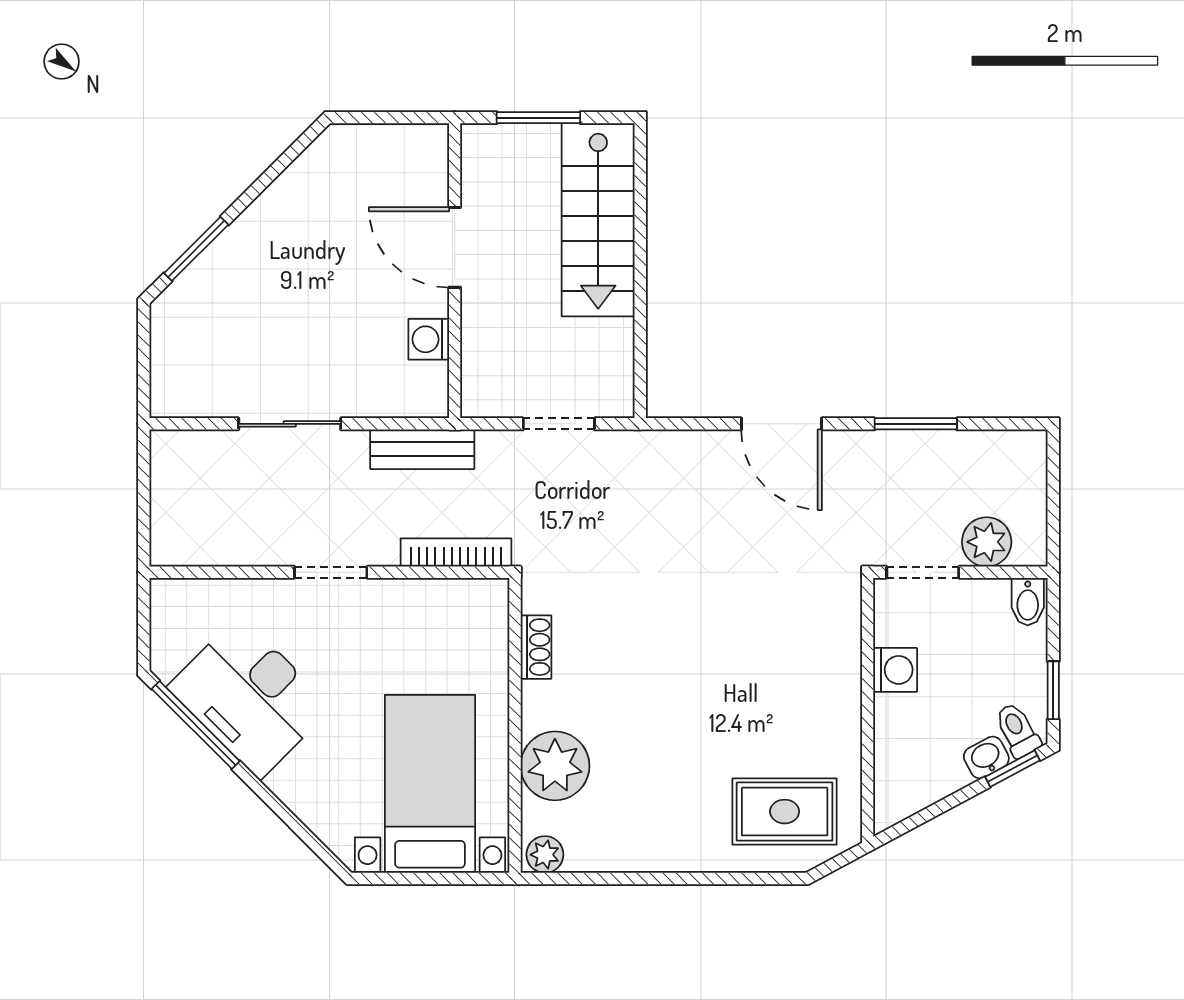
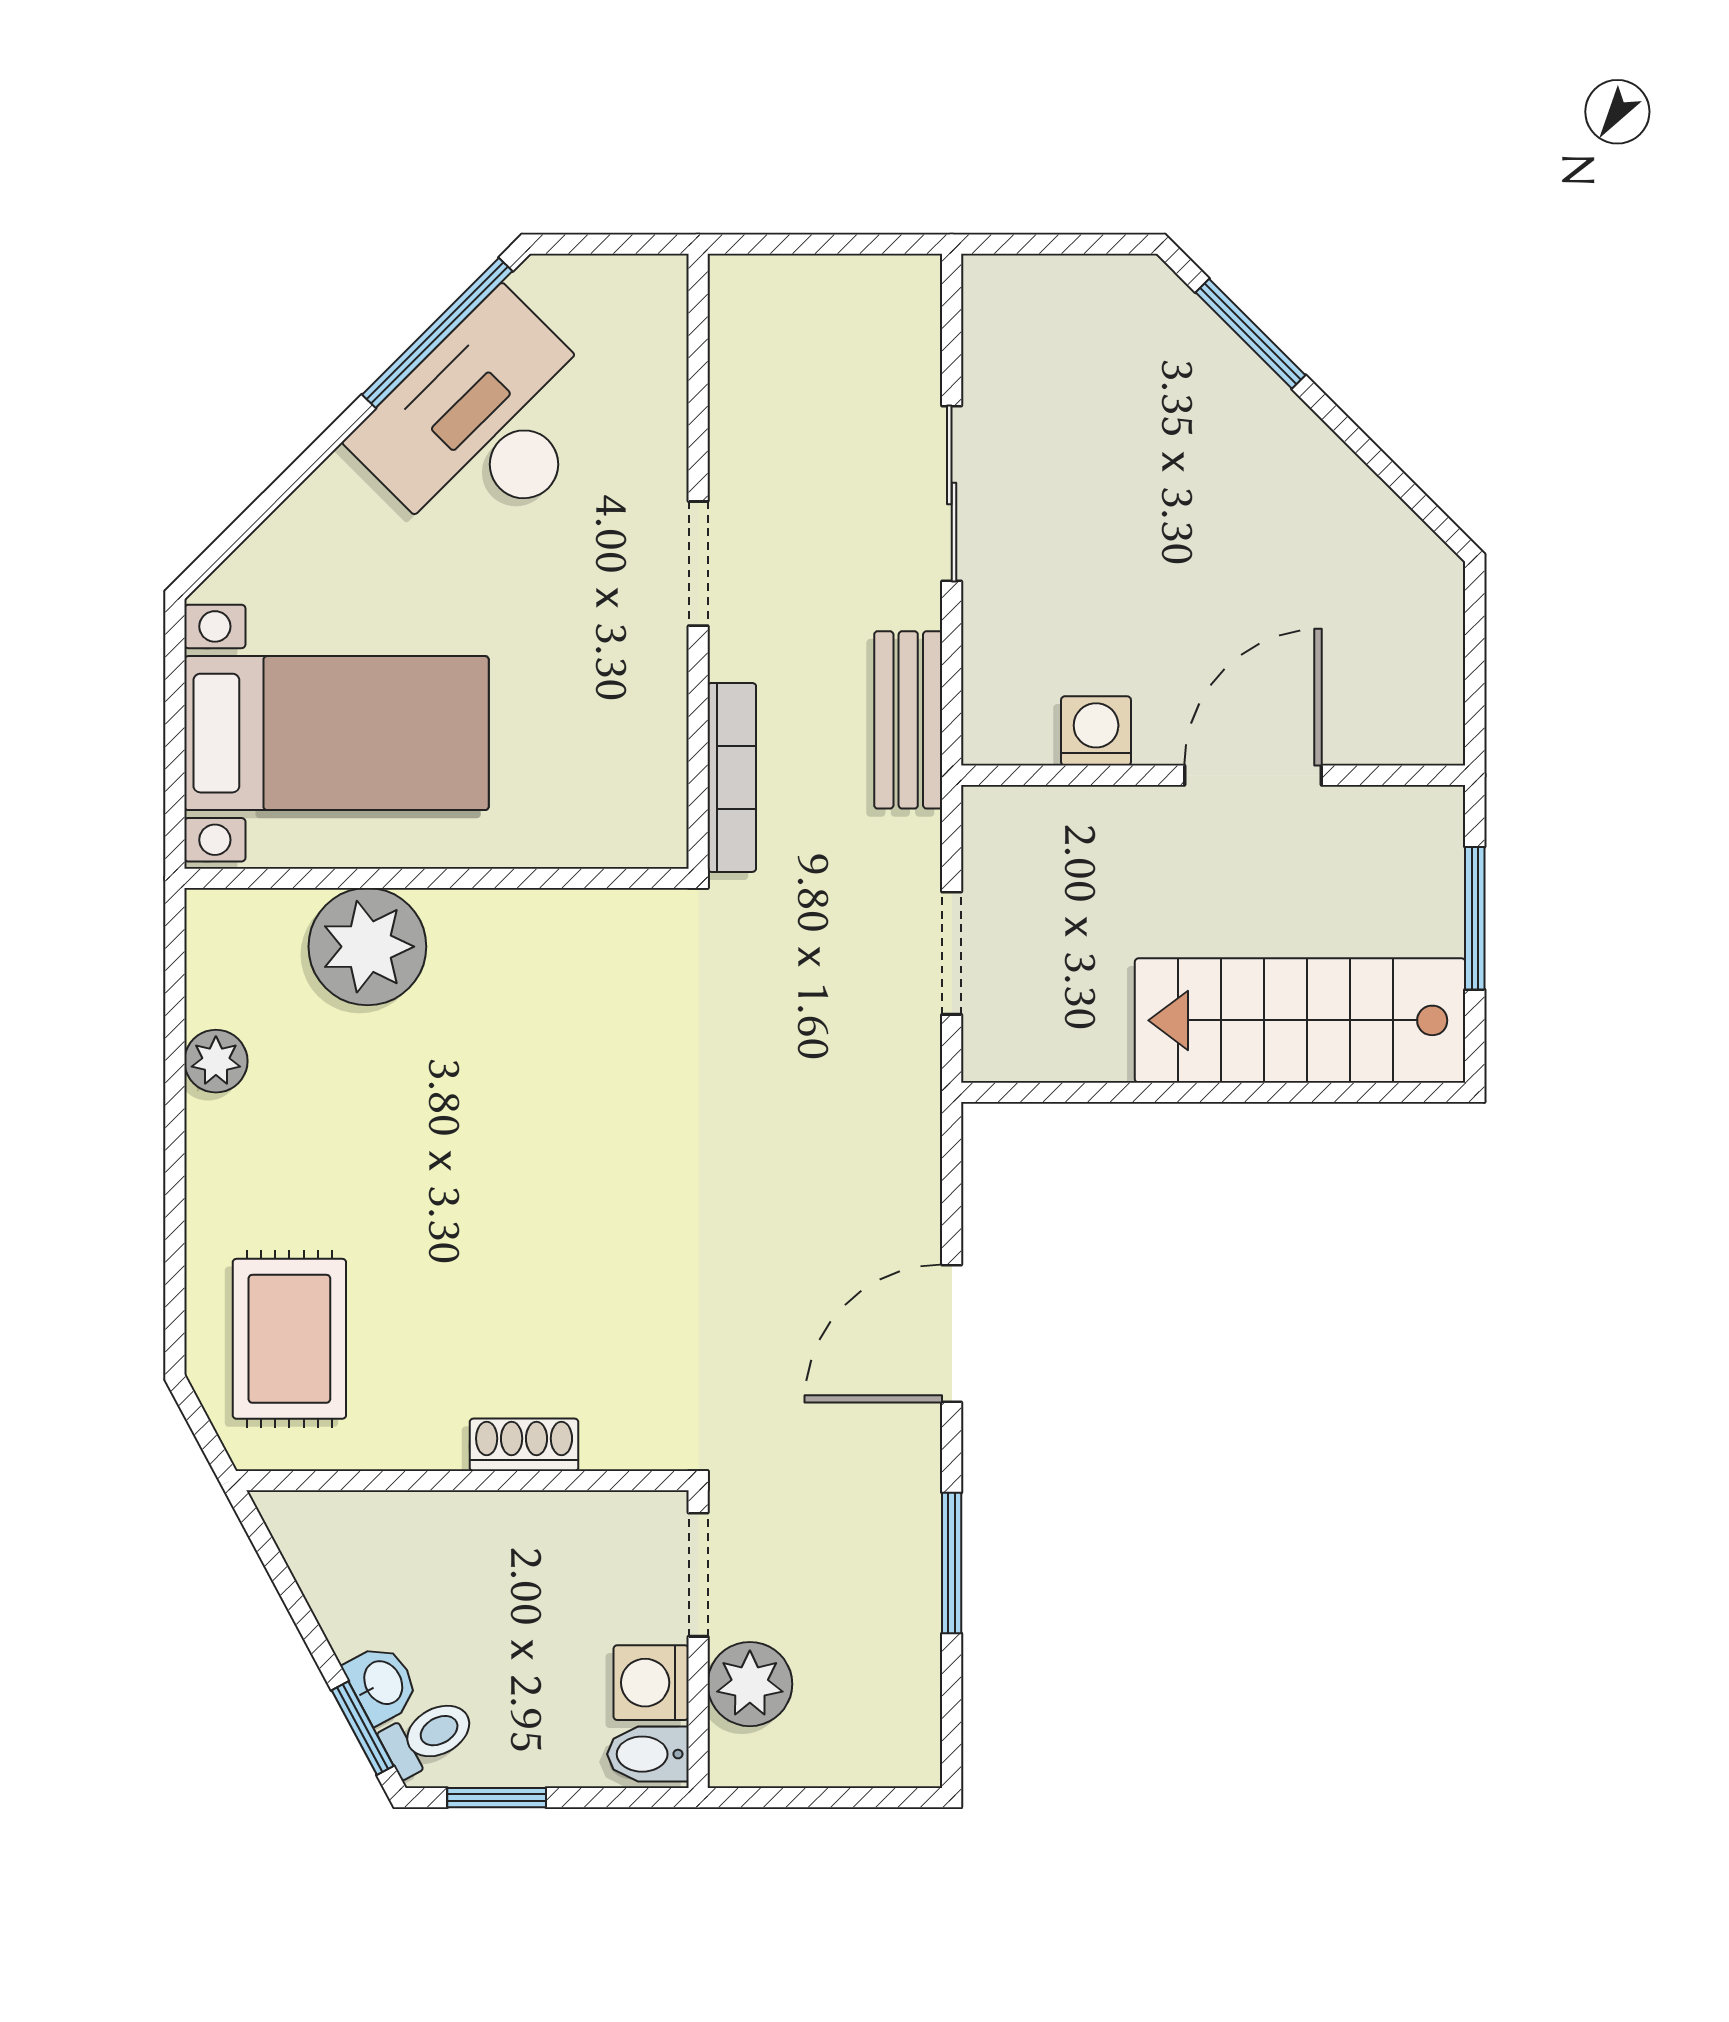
shoe rack: (536, 647) -> (524, 1445), moved, turned 180
washing machine: (895, 670) -> (651, 1683), moved, turned 90
plant: (545, 855) -> (216, 1061), moved

